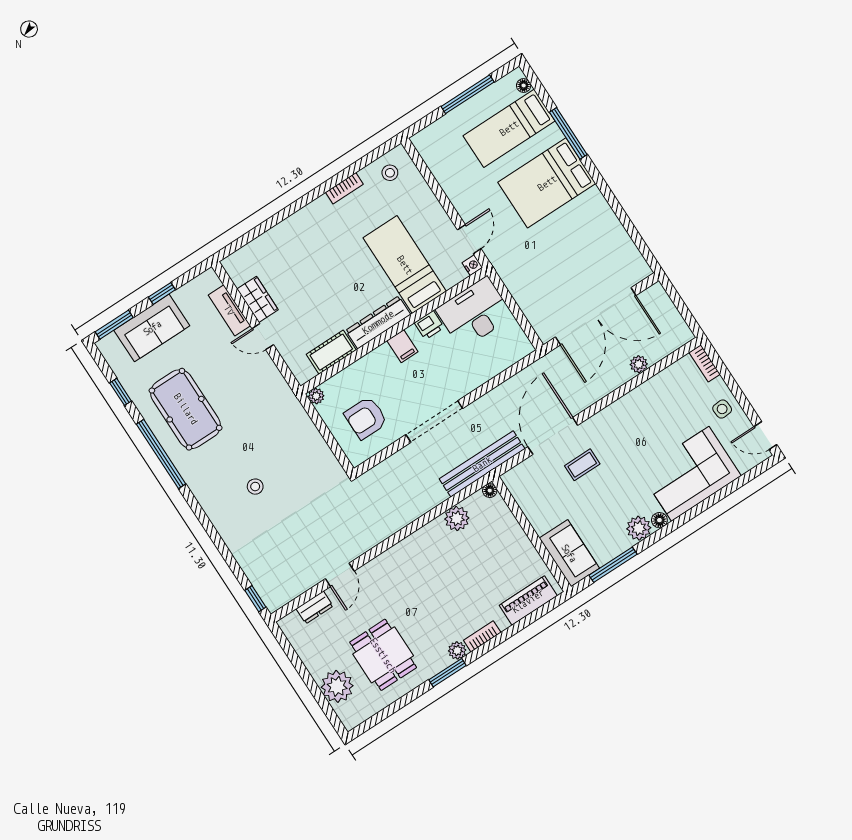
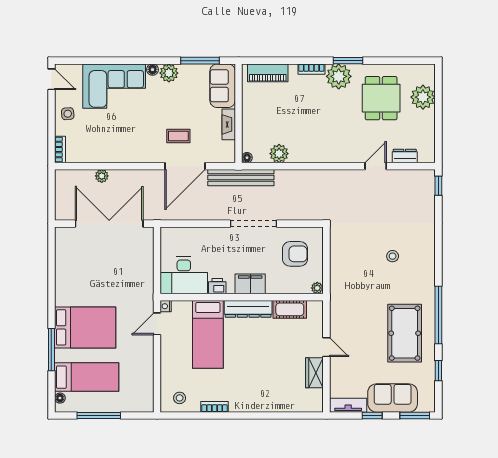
tv unit: (229, 310) -> (348, 405), moved, turned -90
filing cabinet: (402, 346) -> (250, 284), width x2.00
fireplace: (534, 514) -> (229, 124), added
plant: (457, 650) -> (339, 76), width x1.88, depth x1.88

